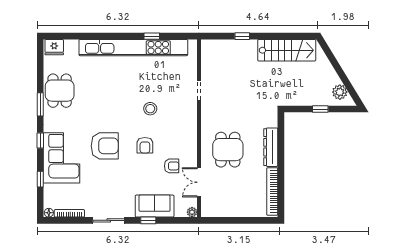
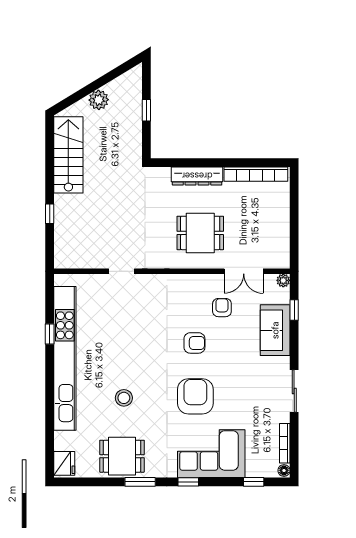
plant: (340, 92) -> (99, 100), moved
stool: (150, 109) -> (124, 398), moved
window: (40, 179) -> (254, 482), moved
window: (148, 220) -> (294, 310), moved

